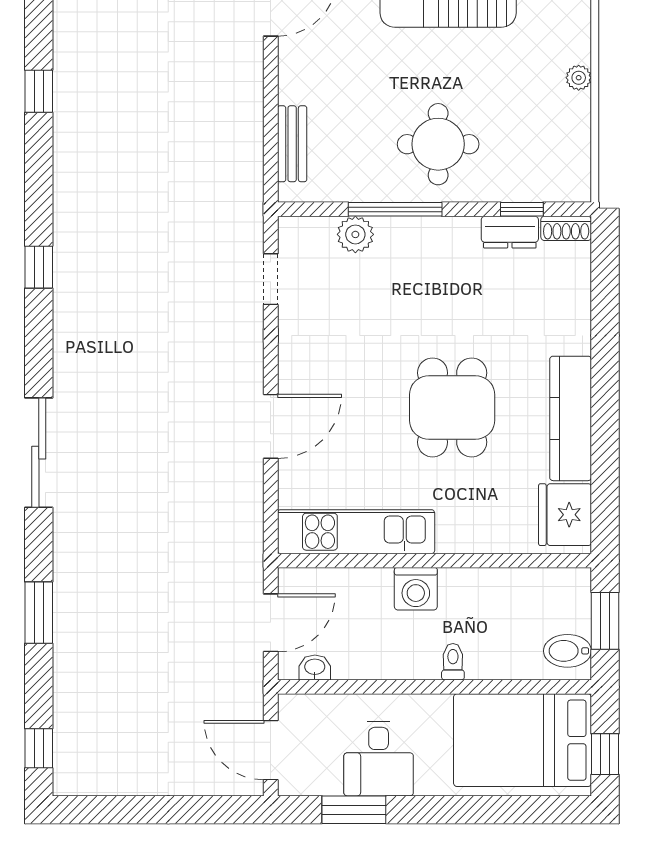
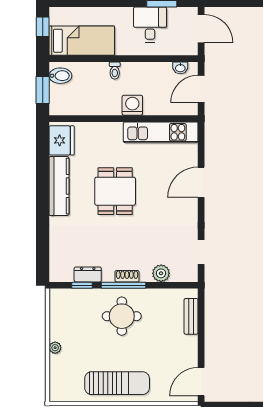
window: (395, 209) -> (124, 285), moved
shoe rack: (566, 228) -> (127, 276), moved
bed: (522, 740) -> (82, 41), width x0.67

